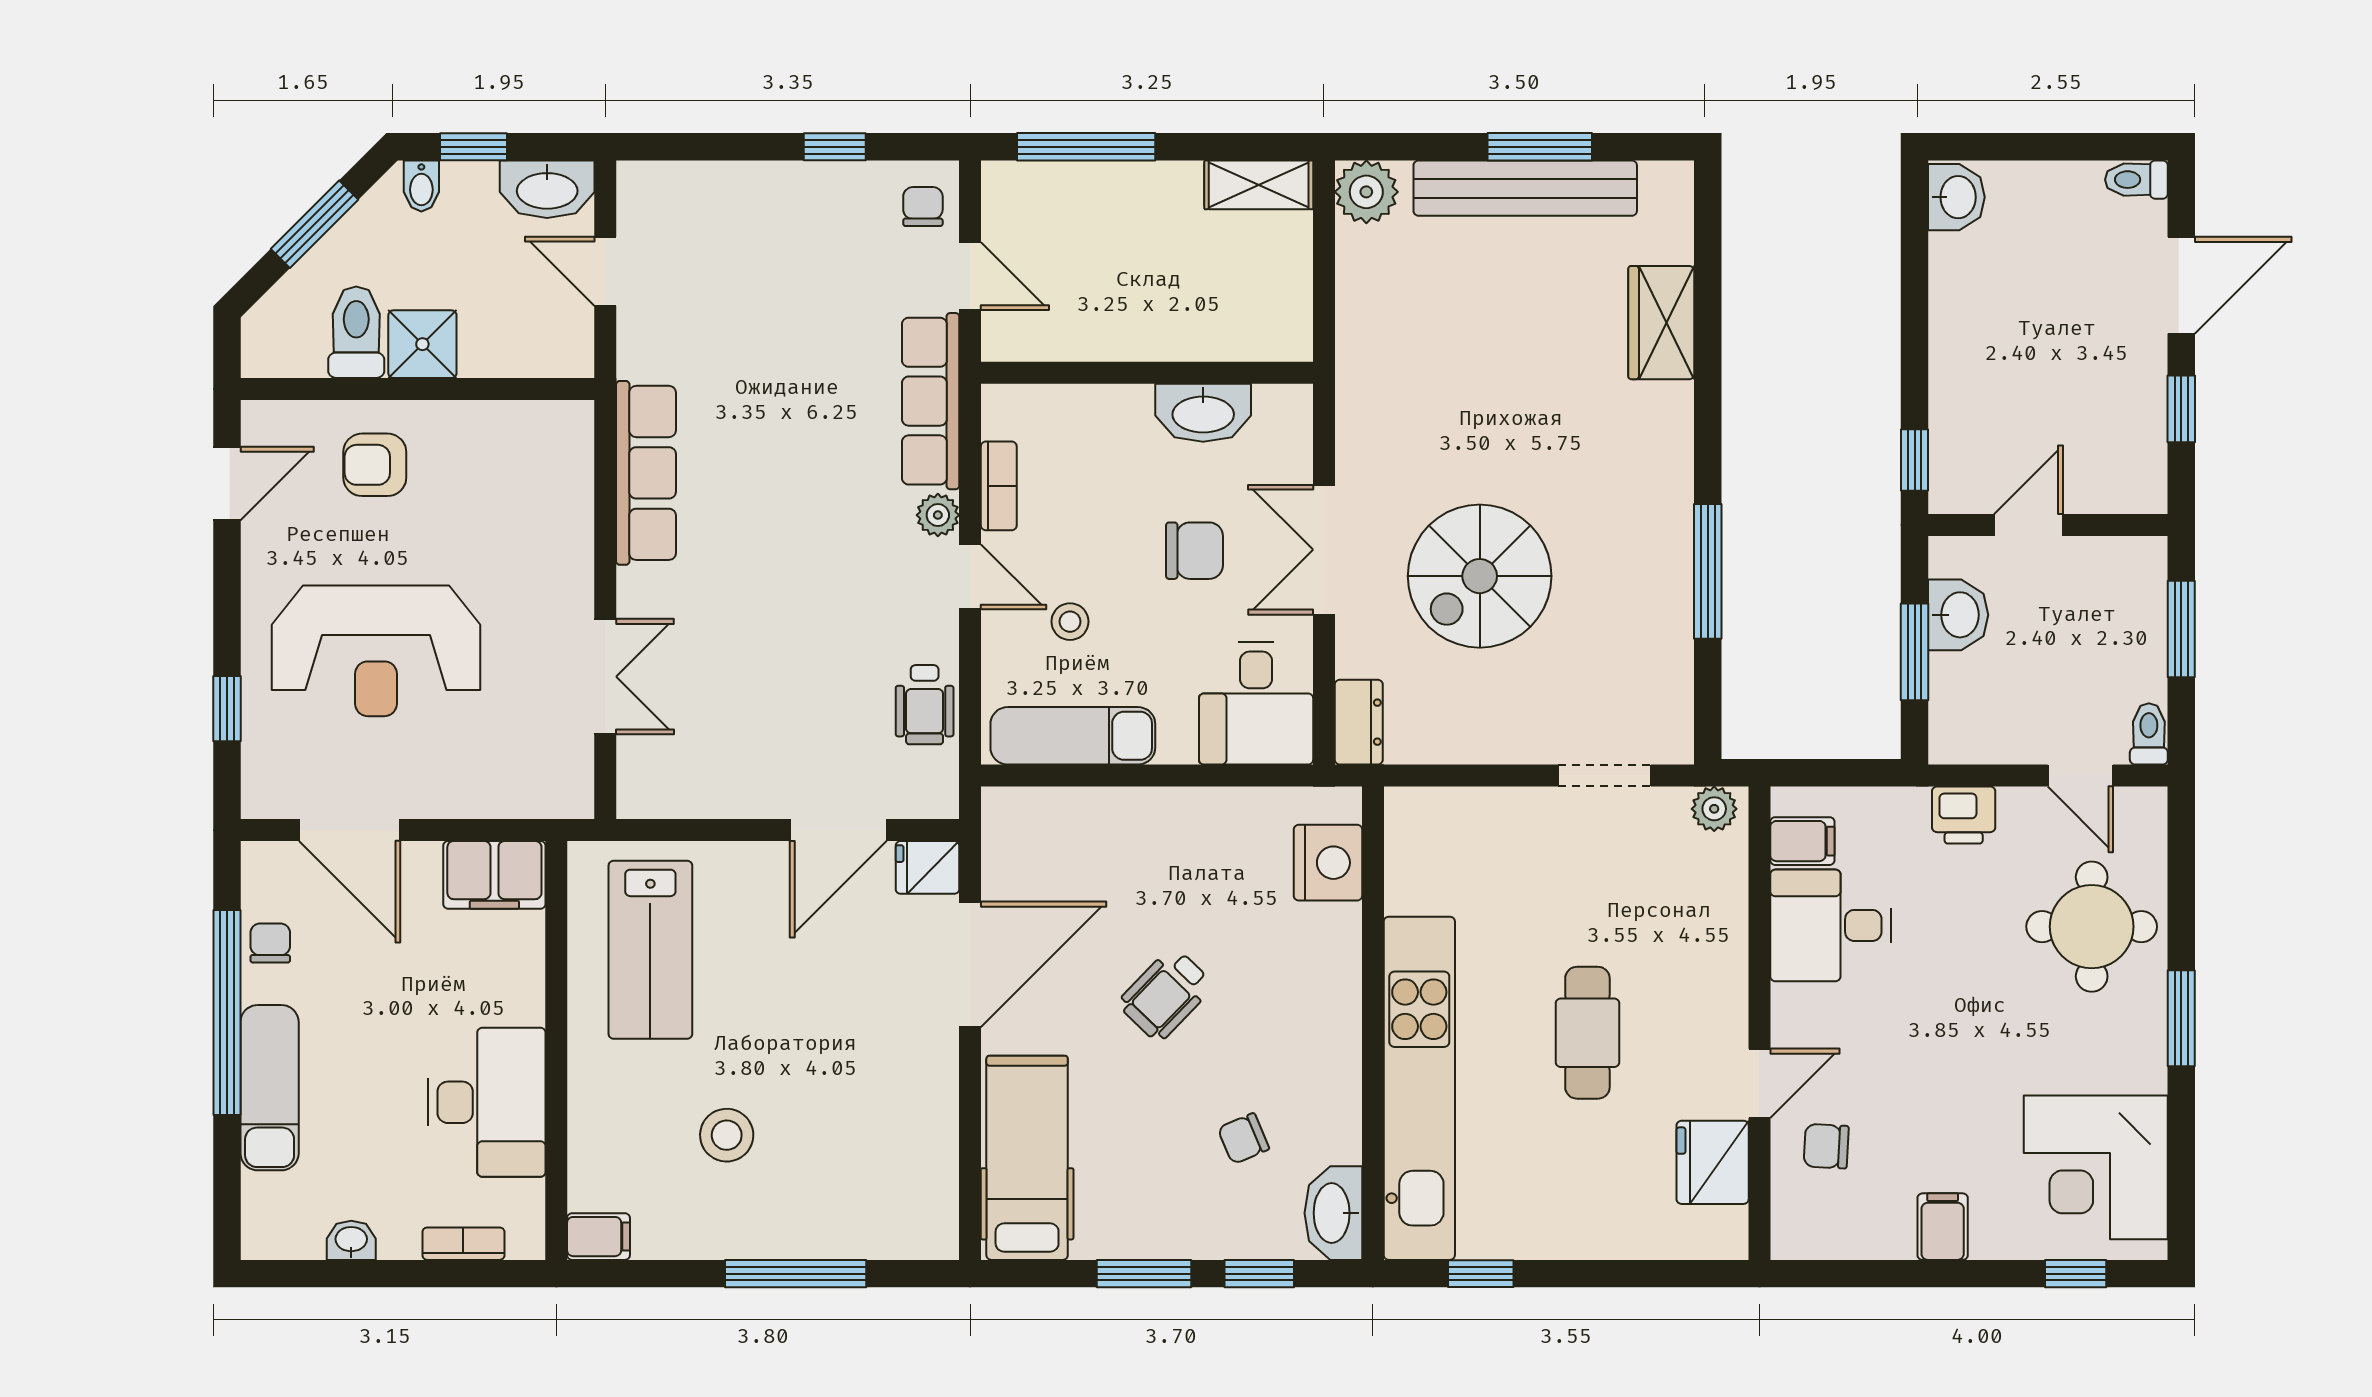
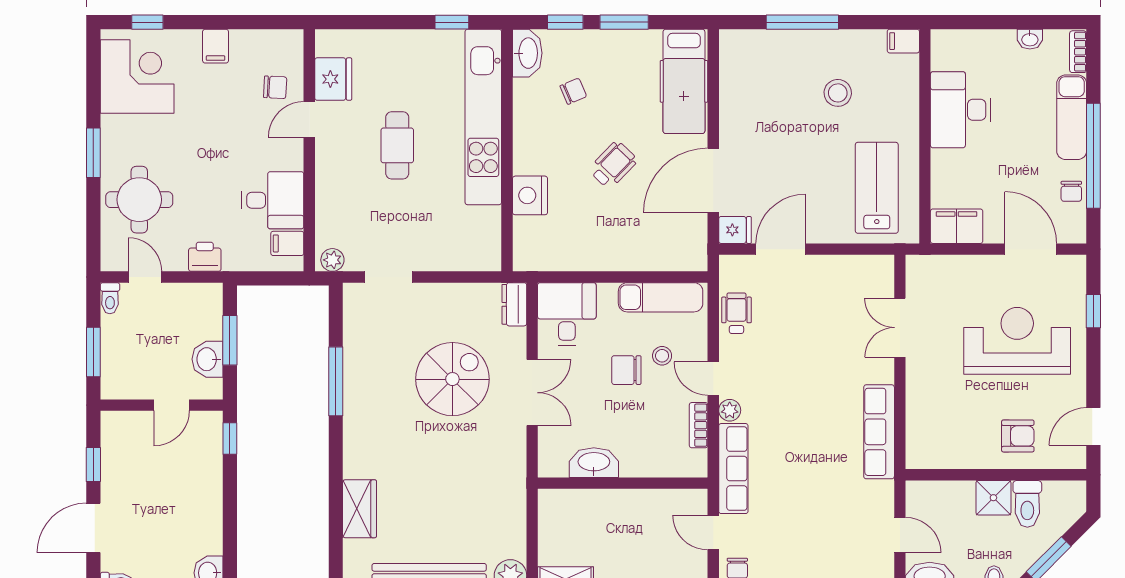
chair: (1194, 551) -> (626, 370), moved
nightstand: (1328, 863) -> (530, 195), moved
bookcase: (463, 1244) -> (1078, 52), moved, turned 90

